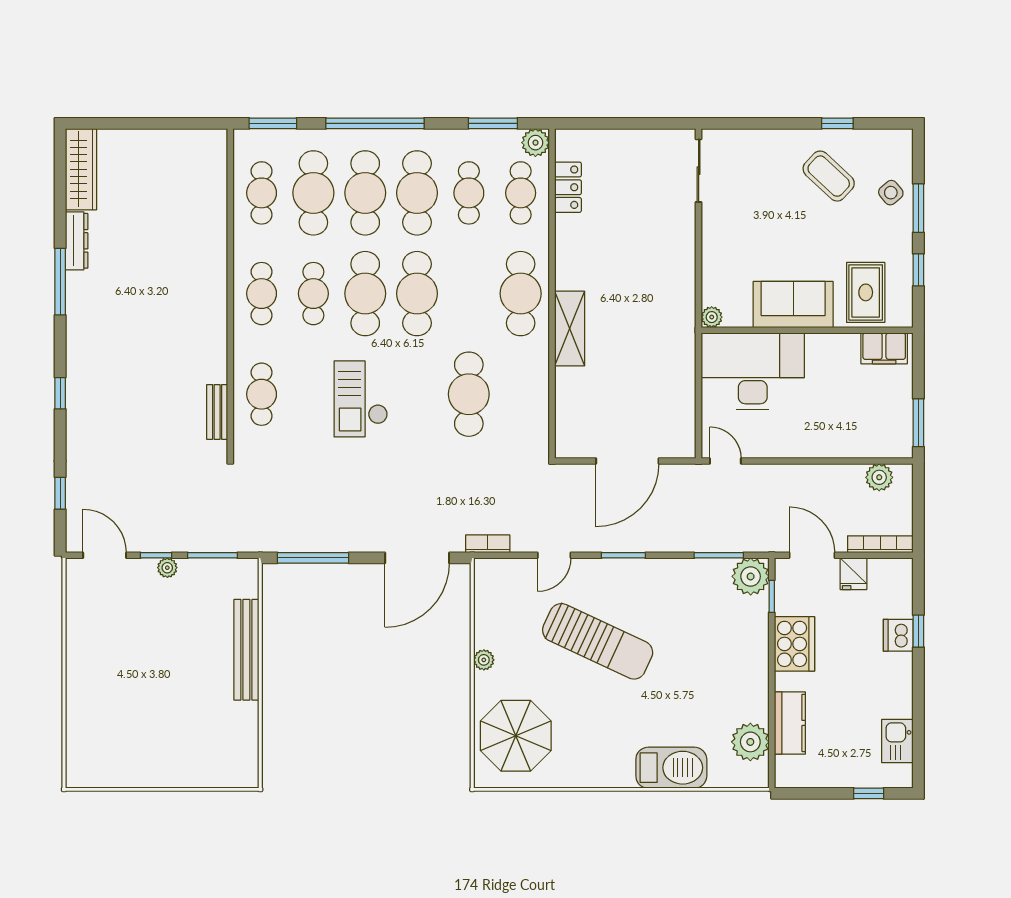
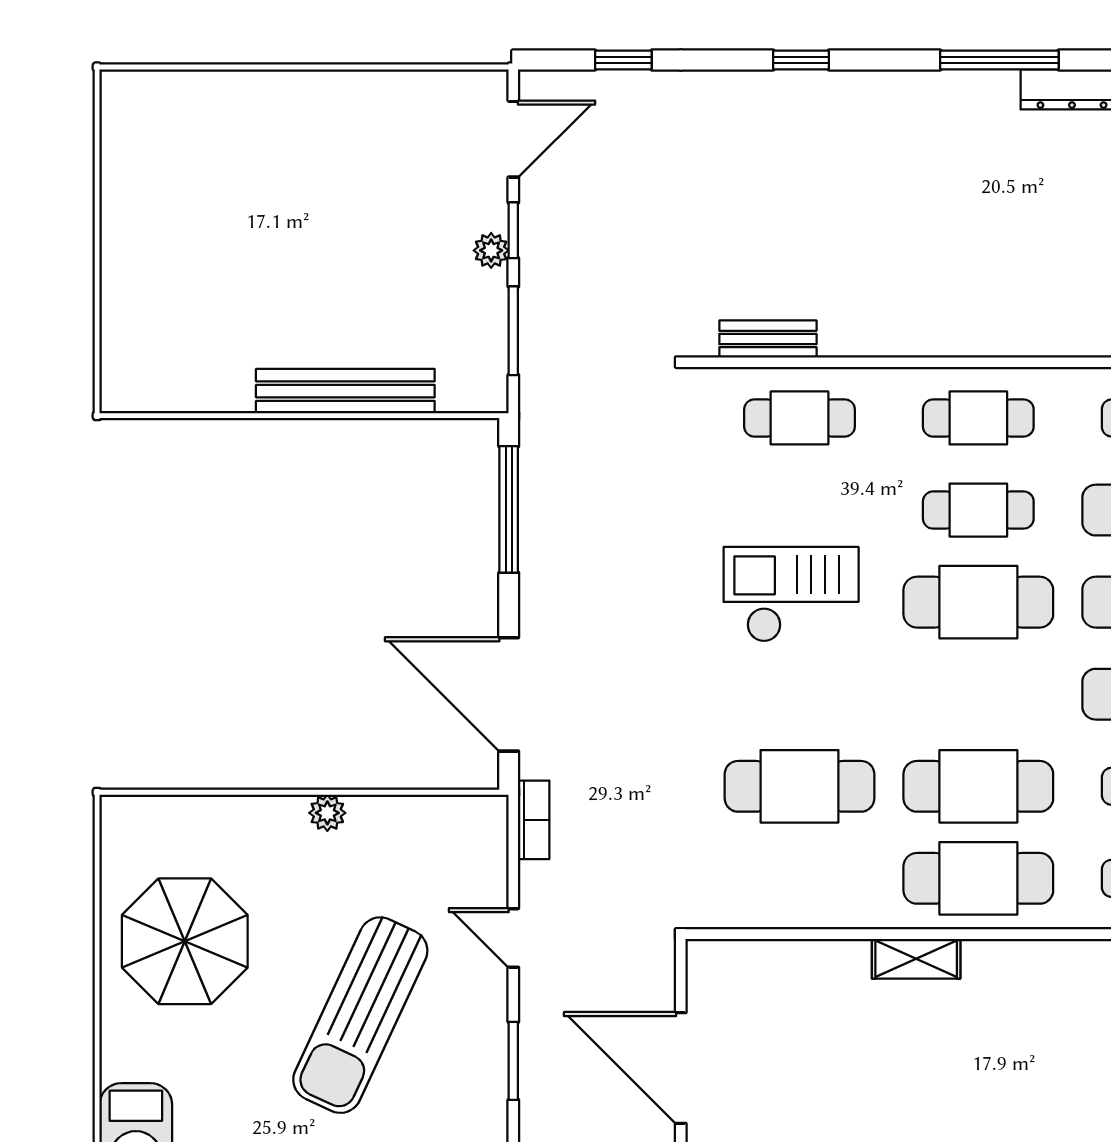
cafe table: (417, 294) -> (978, 786), moved
shelving: (570, 329) -> (916, 959), width x0.67, depth x0.75
parasol: (516, 736) -> (185, 941), moved

